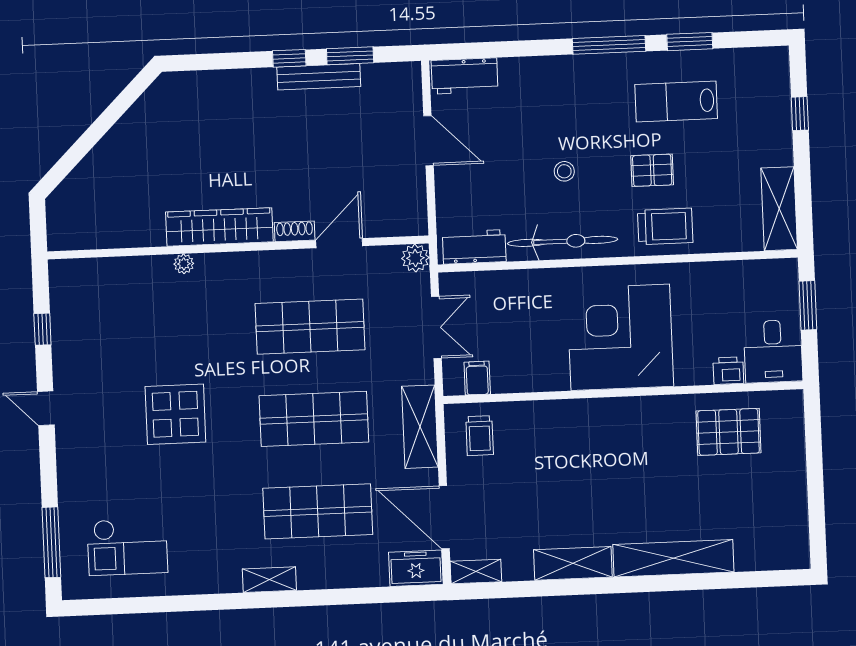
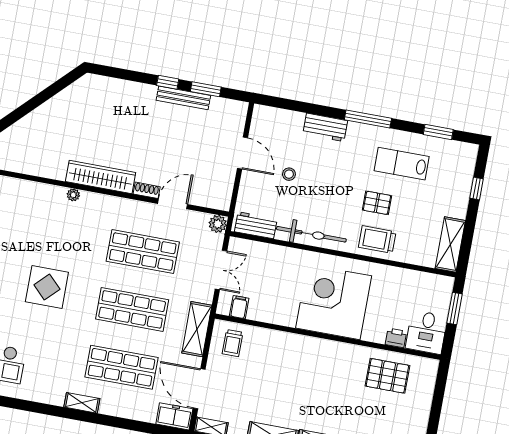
window: (690, 42) -> (438, 132), moved
workbench: (465, 76) -> (325, 127), moved
stool: (564, 171) -> (289, 174), moved
trolley: (665, 226) -> (377, 240), turned 180

